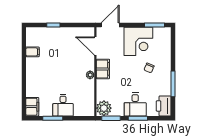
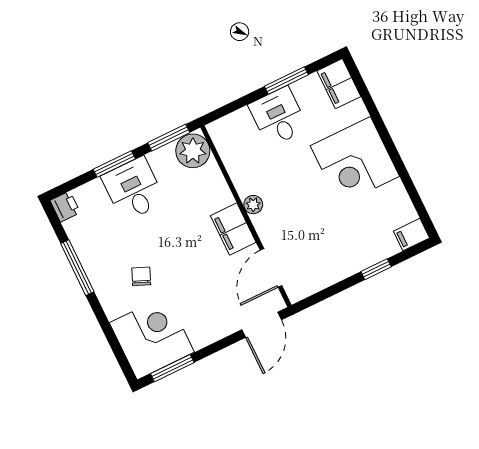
corner desk: (138, 41) -> (152, 337), moved, turned 90
door: (95, 46) -> (271, 268), swing flipped
filing cabinet: (33, 52) -> (411, 235), moved
corner desk: (41, 73) -> (355, 161), added
printer: (164, 106) -> (65, 207), width x0.53, depth x0.68

